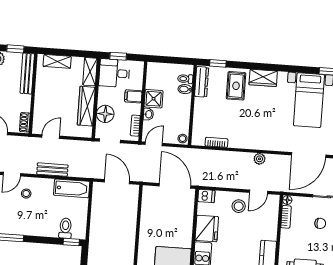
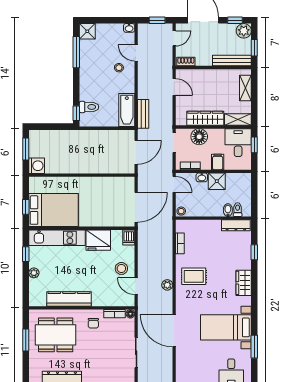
window: (218, 63) -> (254, 252), moved
rug: (236, 86) -> (194, 276), moved
bench: (52, 170) -> (143, 114), moved
chair: (320, 223) -> (93, 323), moved

